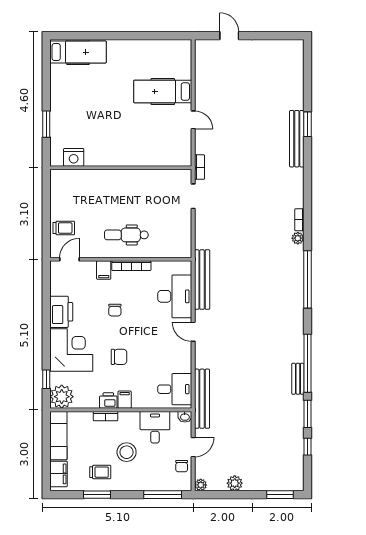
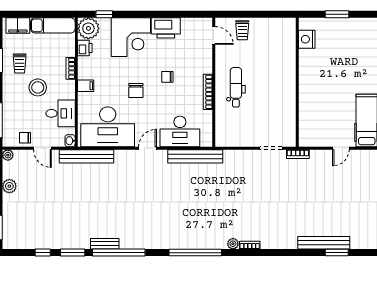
filing cabinet: (104, 270) -> (204, 67), removed
chair: (119, 357) -> (136, 90), moved
desk: (175, 389) -> (108, 127), width x1.87, depth x1.30
printer: (108, 401) -> (85, 48), moved

